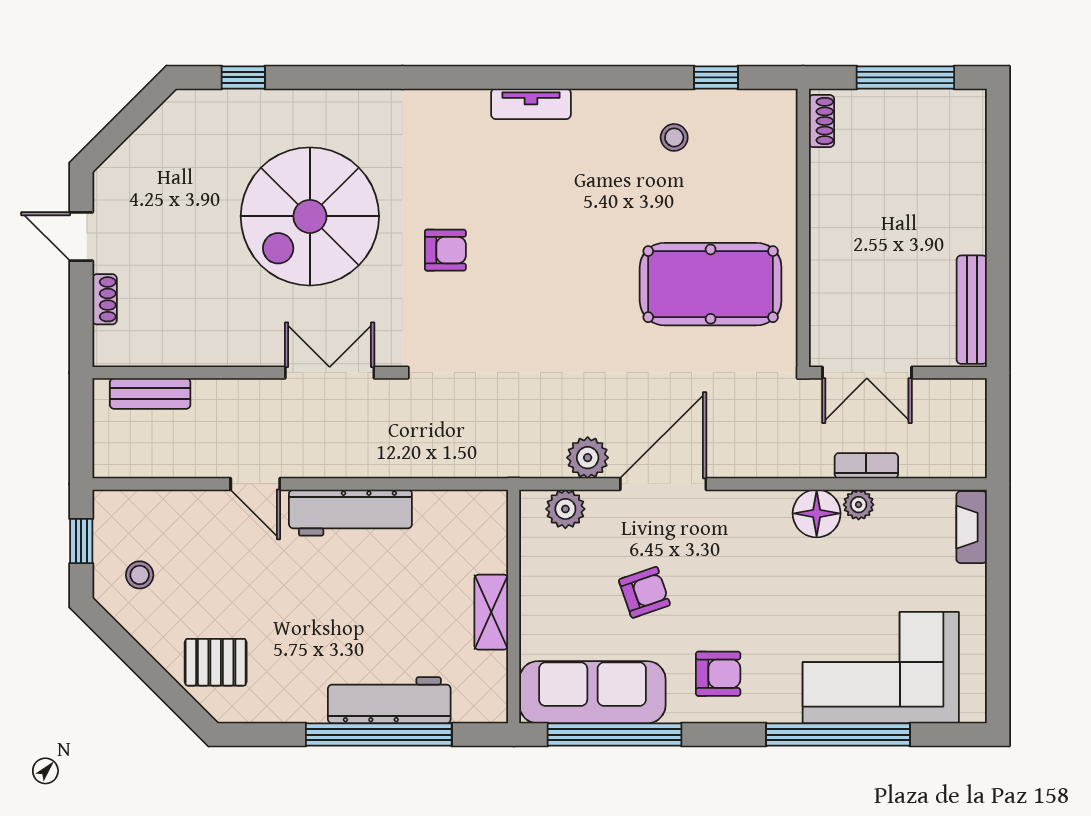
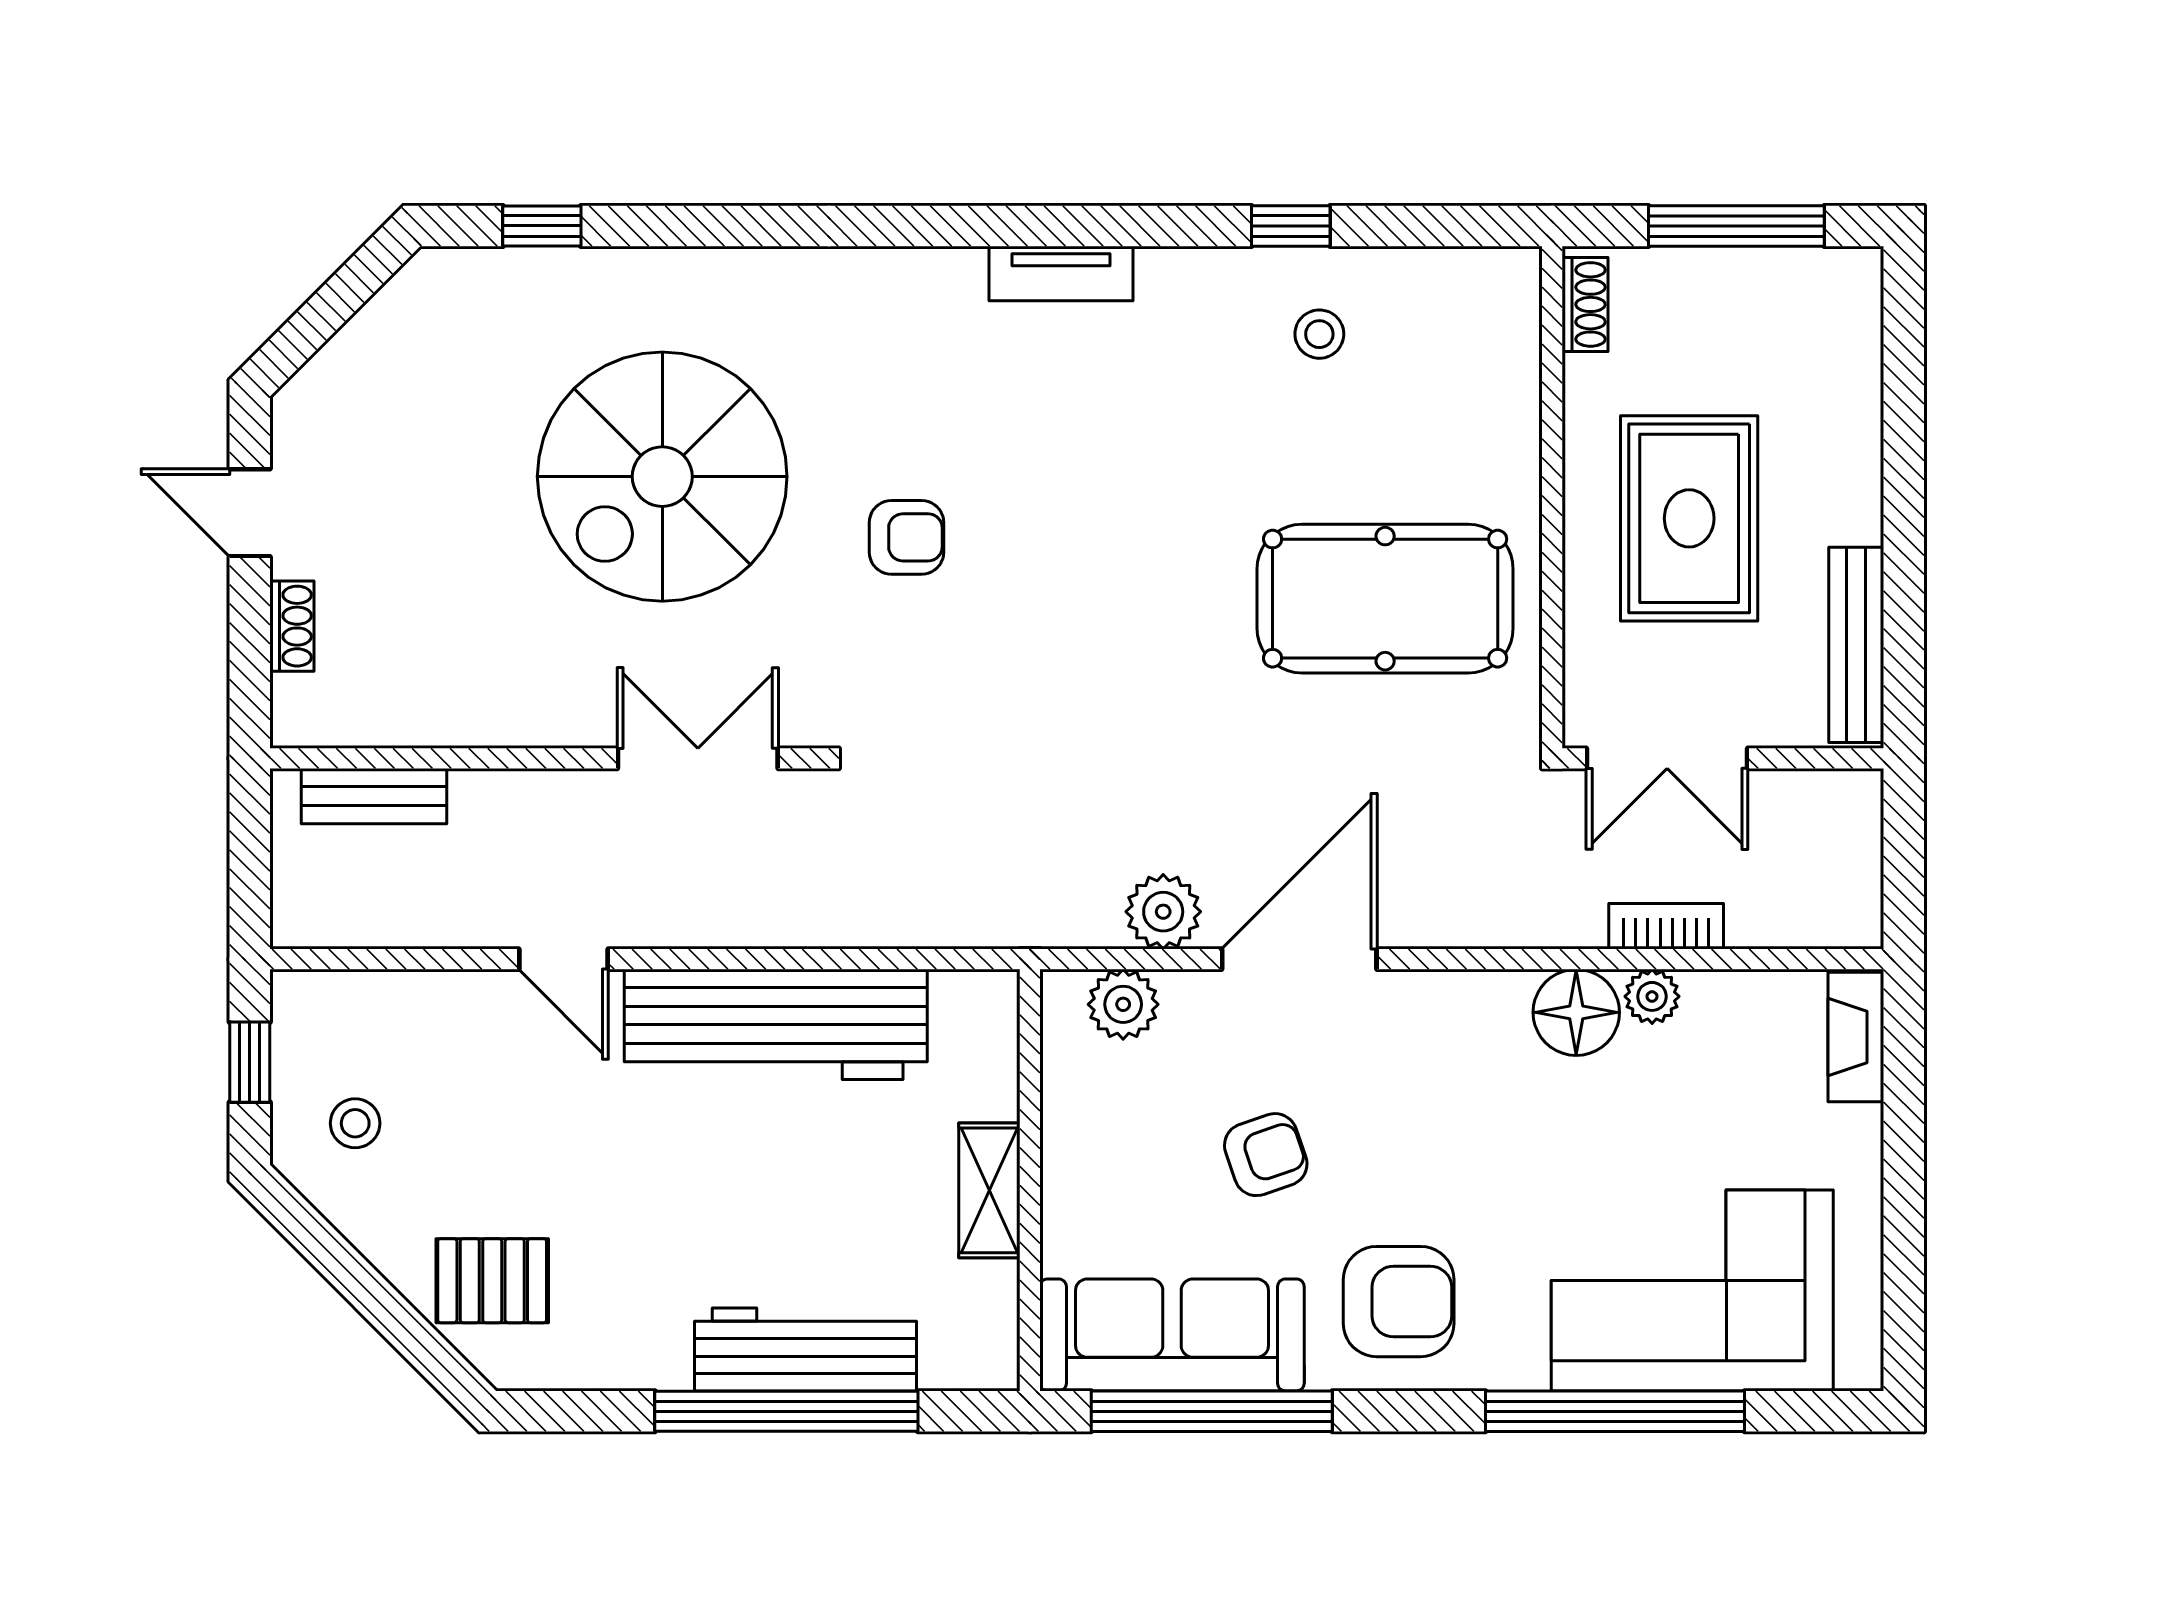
window: (716, 77) -> (1291, 226), moved
rug: (879, 240) -> (1689, 518), added
workbench: (350, 513) -> (776, 1024), width x1.36, depth x1.32
armchair: (718, 674) -> (1399, 1302), width x1.38, depth x1.38

